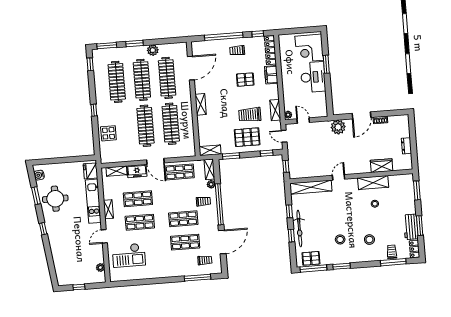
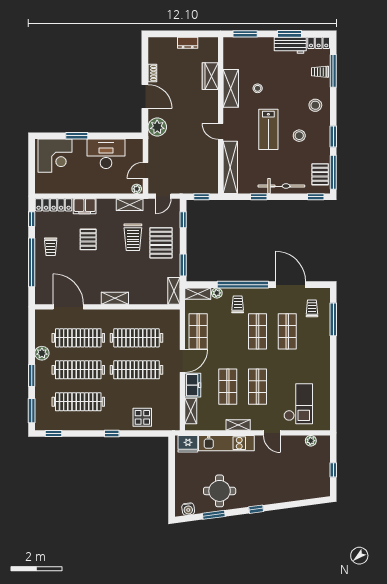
desk: (313, 77) -> (106, 154), moved
lab bench: (343, 215) -> (268, 129), added
window: (291, 236) -> (316, 197), moved
stool: (369, 240) -> (315, 105), moved

